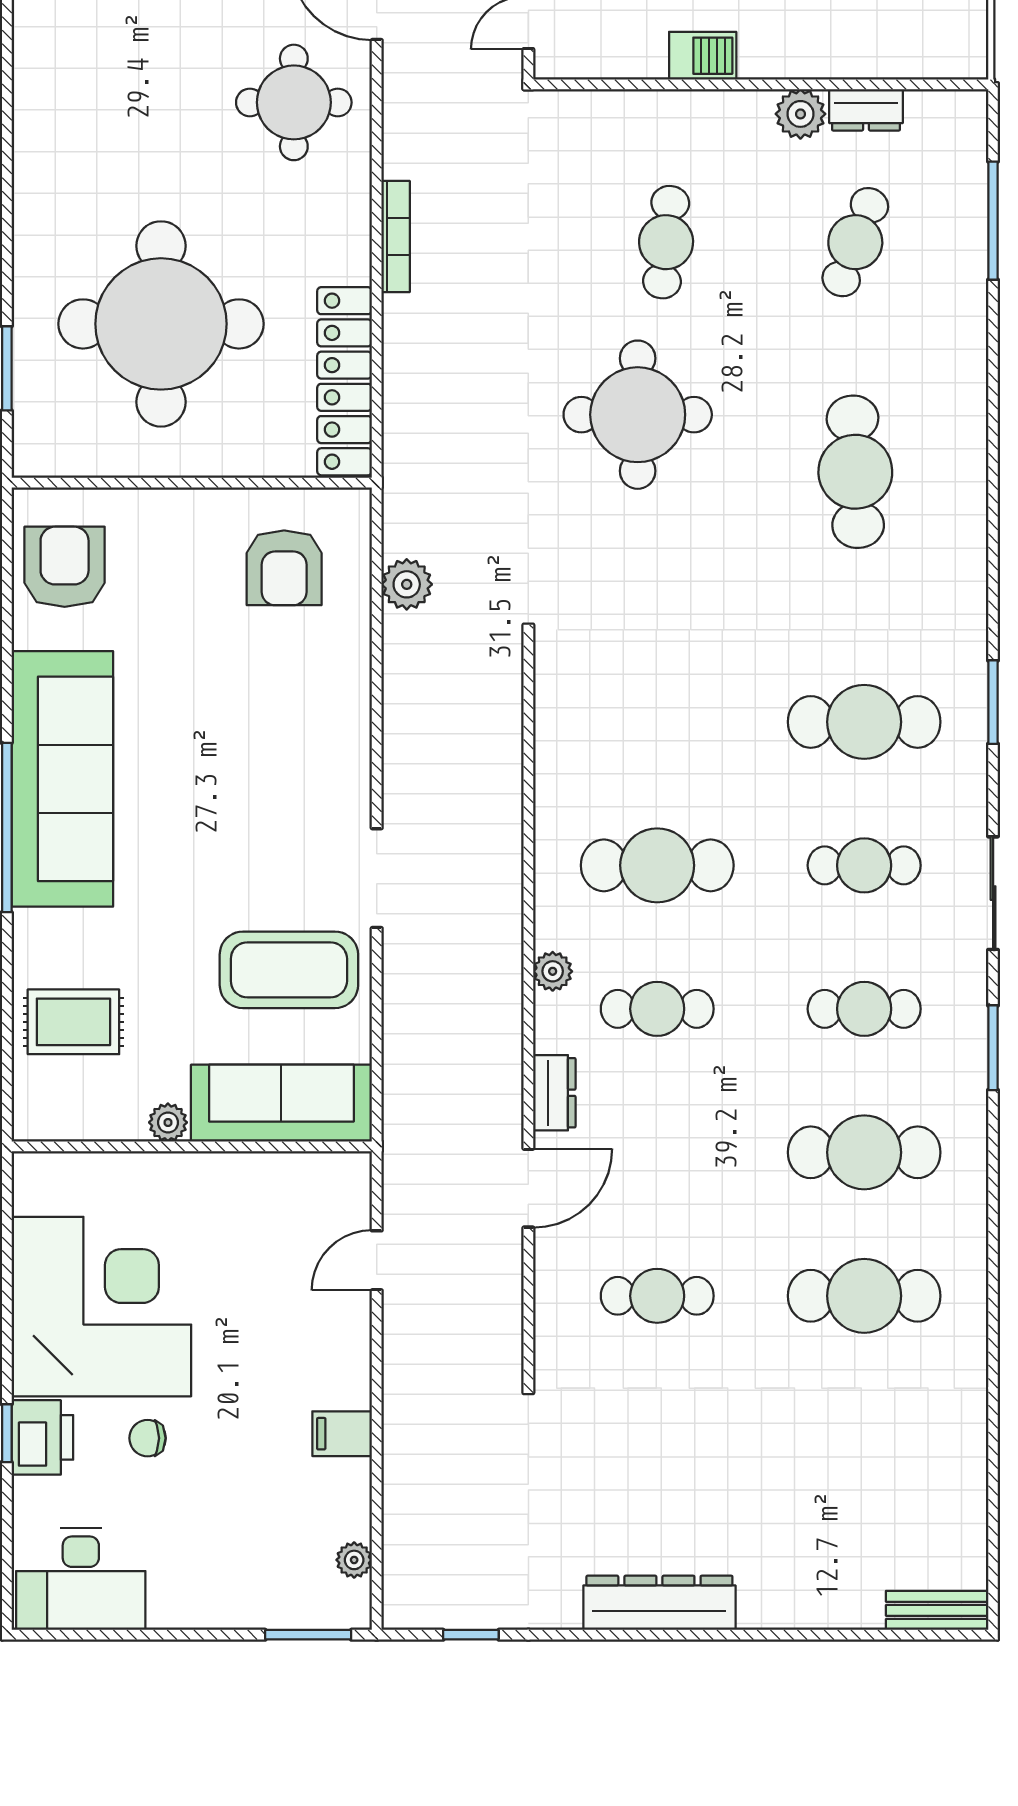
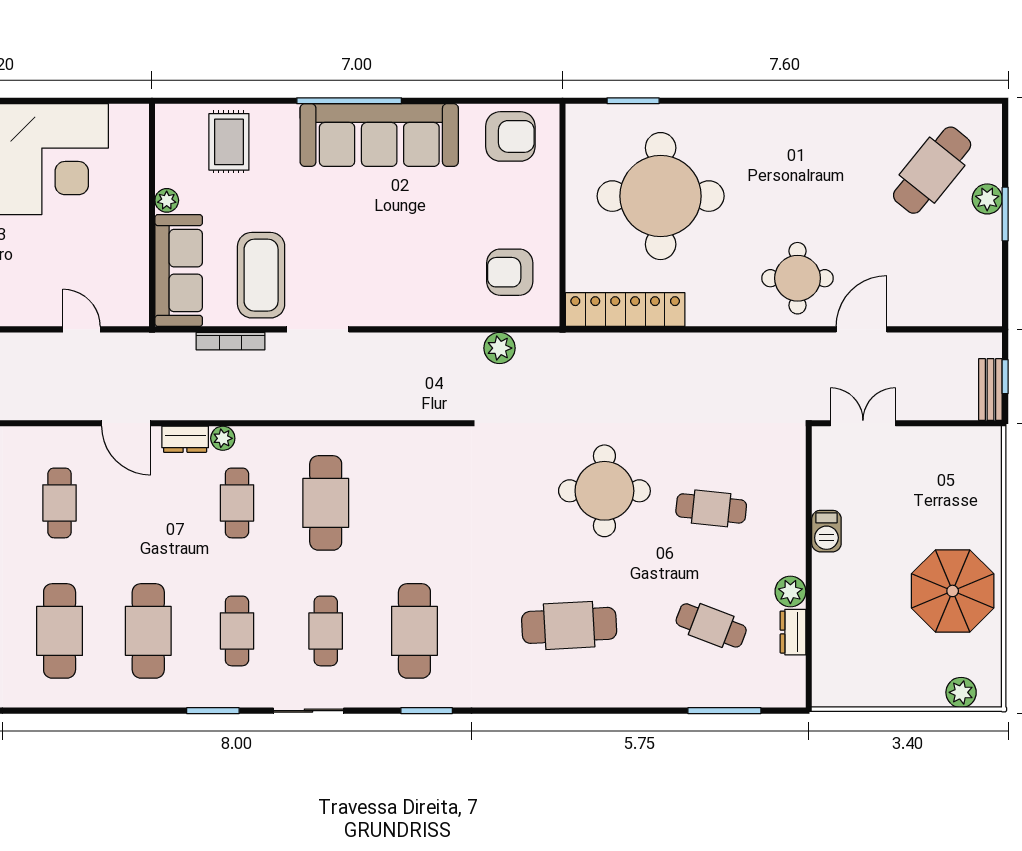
bookcase: (396, 237) -> (231, 341), moved
plant: (553, 971) -> (223, 438), moved

